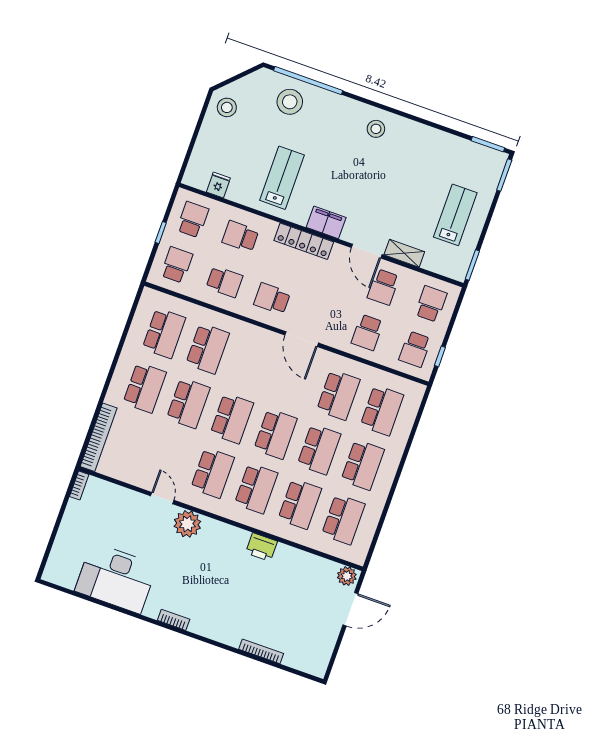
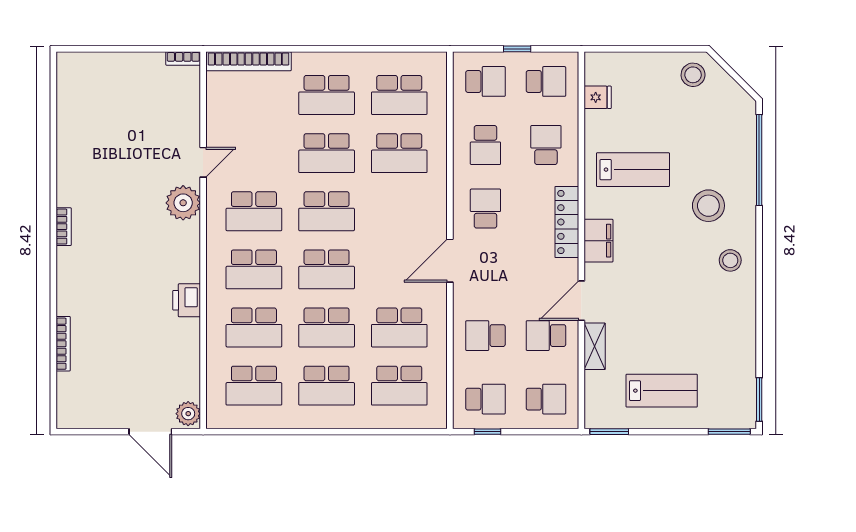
stool: (290, 102) -> (708, 206), moved
school desk: (415, 349) -> (485, 399), turned 180
desk: (116, 578) -> (89, 141), removed

